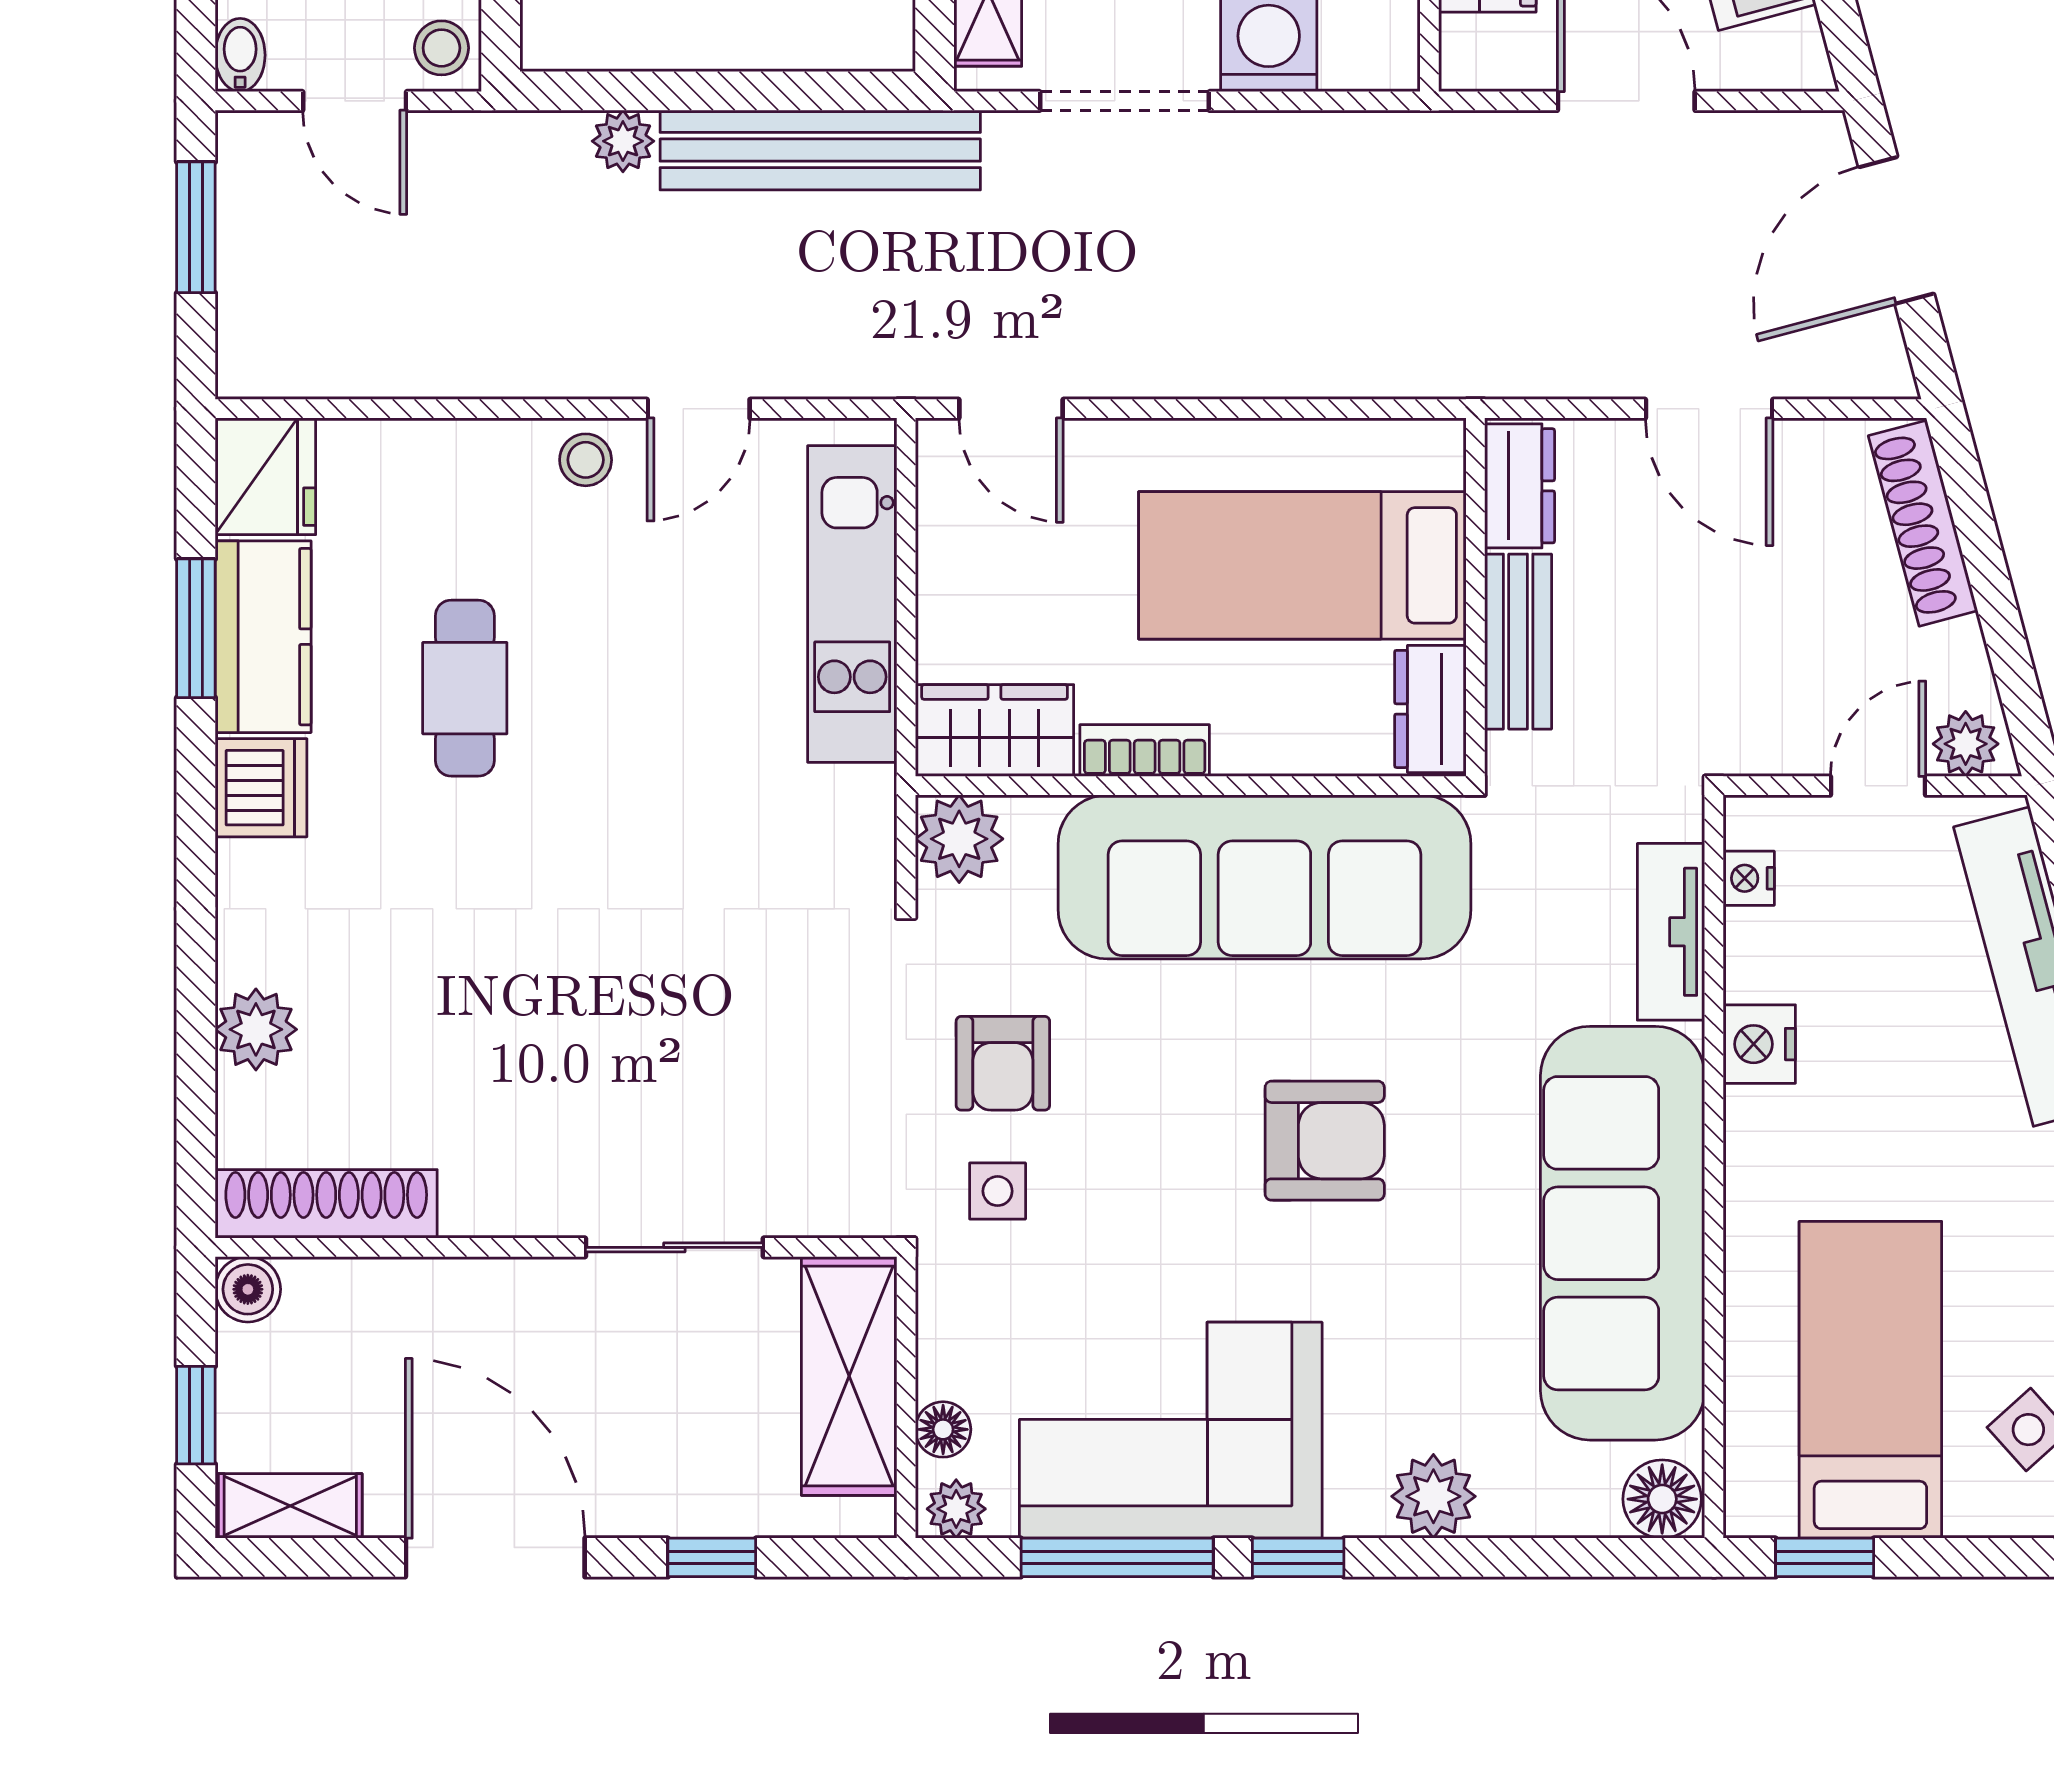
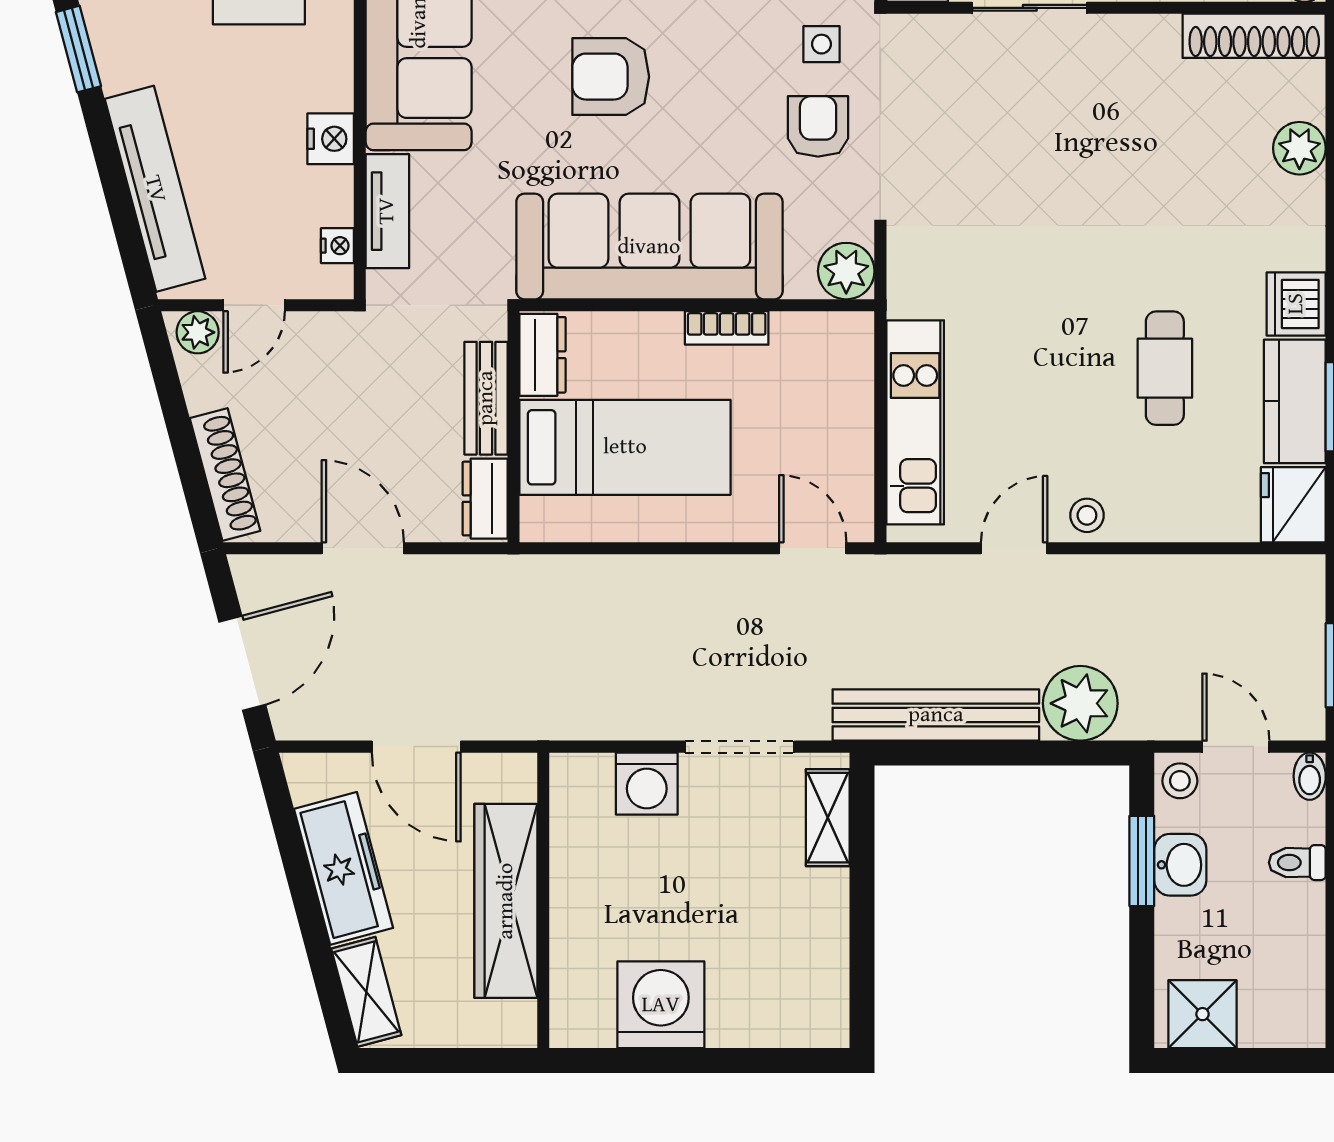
plant: (623, 141) -> (1080, 703), width x1.88, depth x1.88
wardrobe: (995, 731) -> (823, 341), removed

